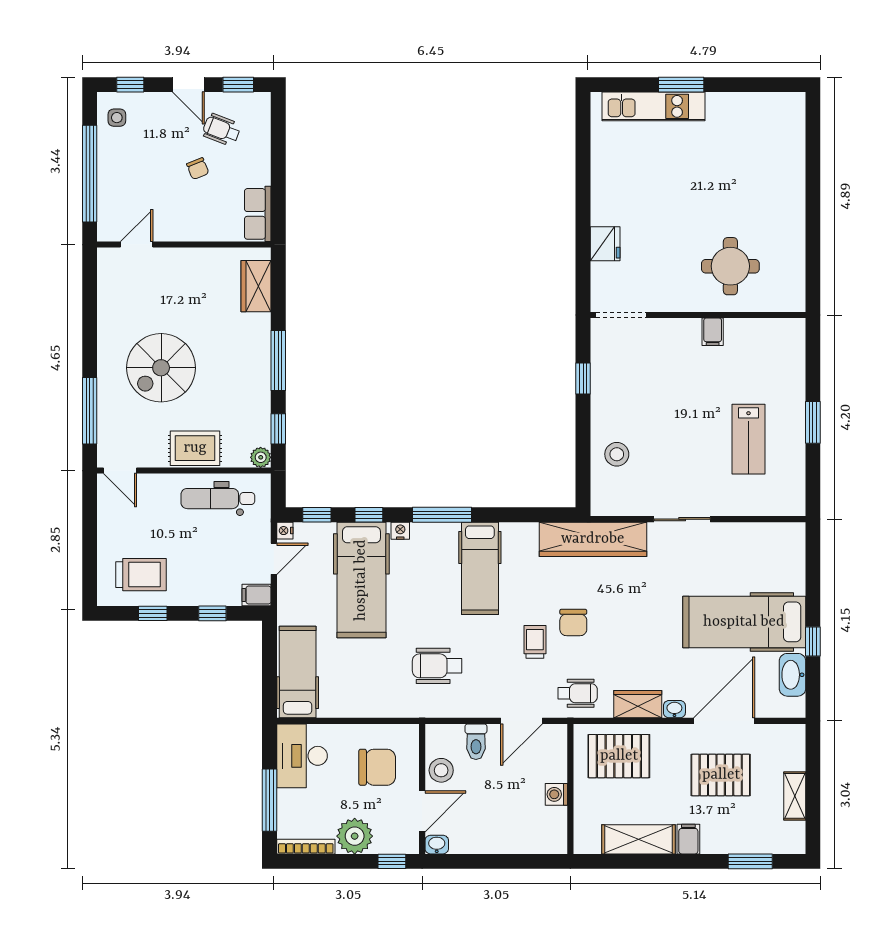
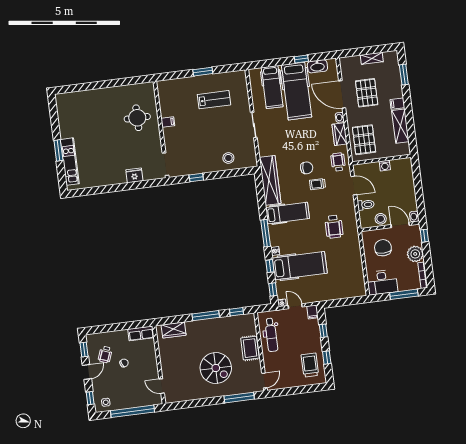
plant: (261, 457) -> (250, 318), removed
wardrobe: (593, 539) -> (270, 180), moved
hospital bed: (298, 672) -> (272, 87), moved, turned -90

